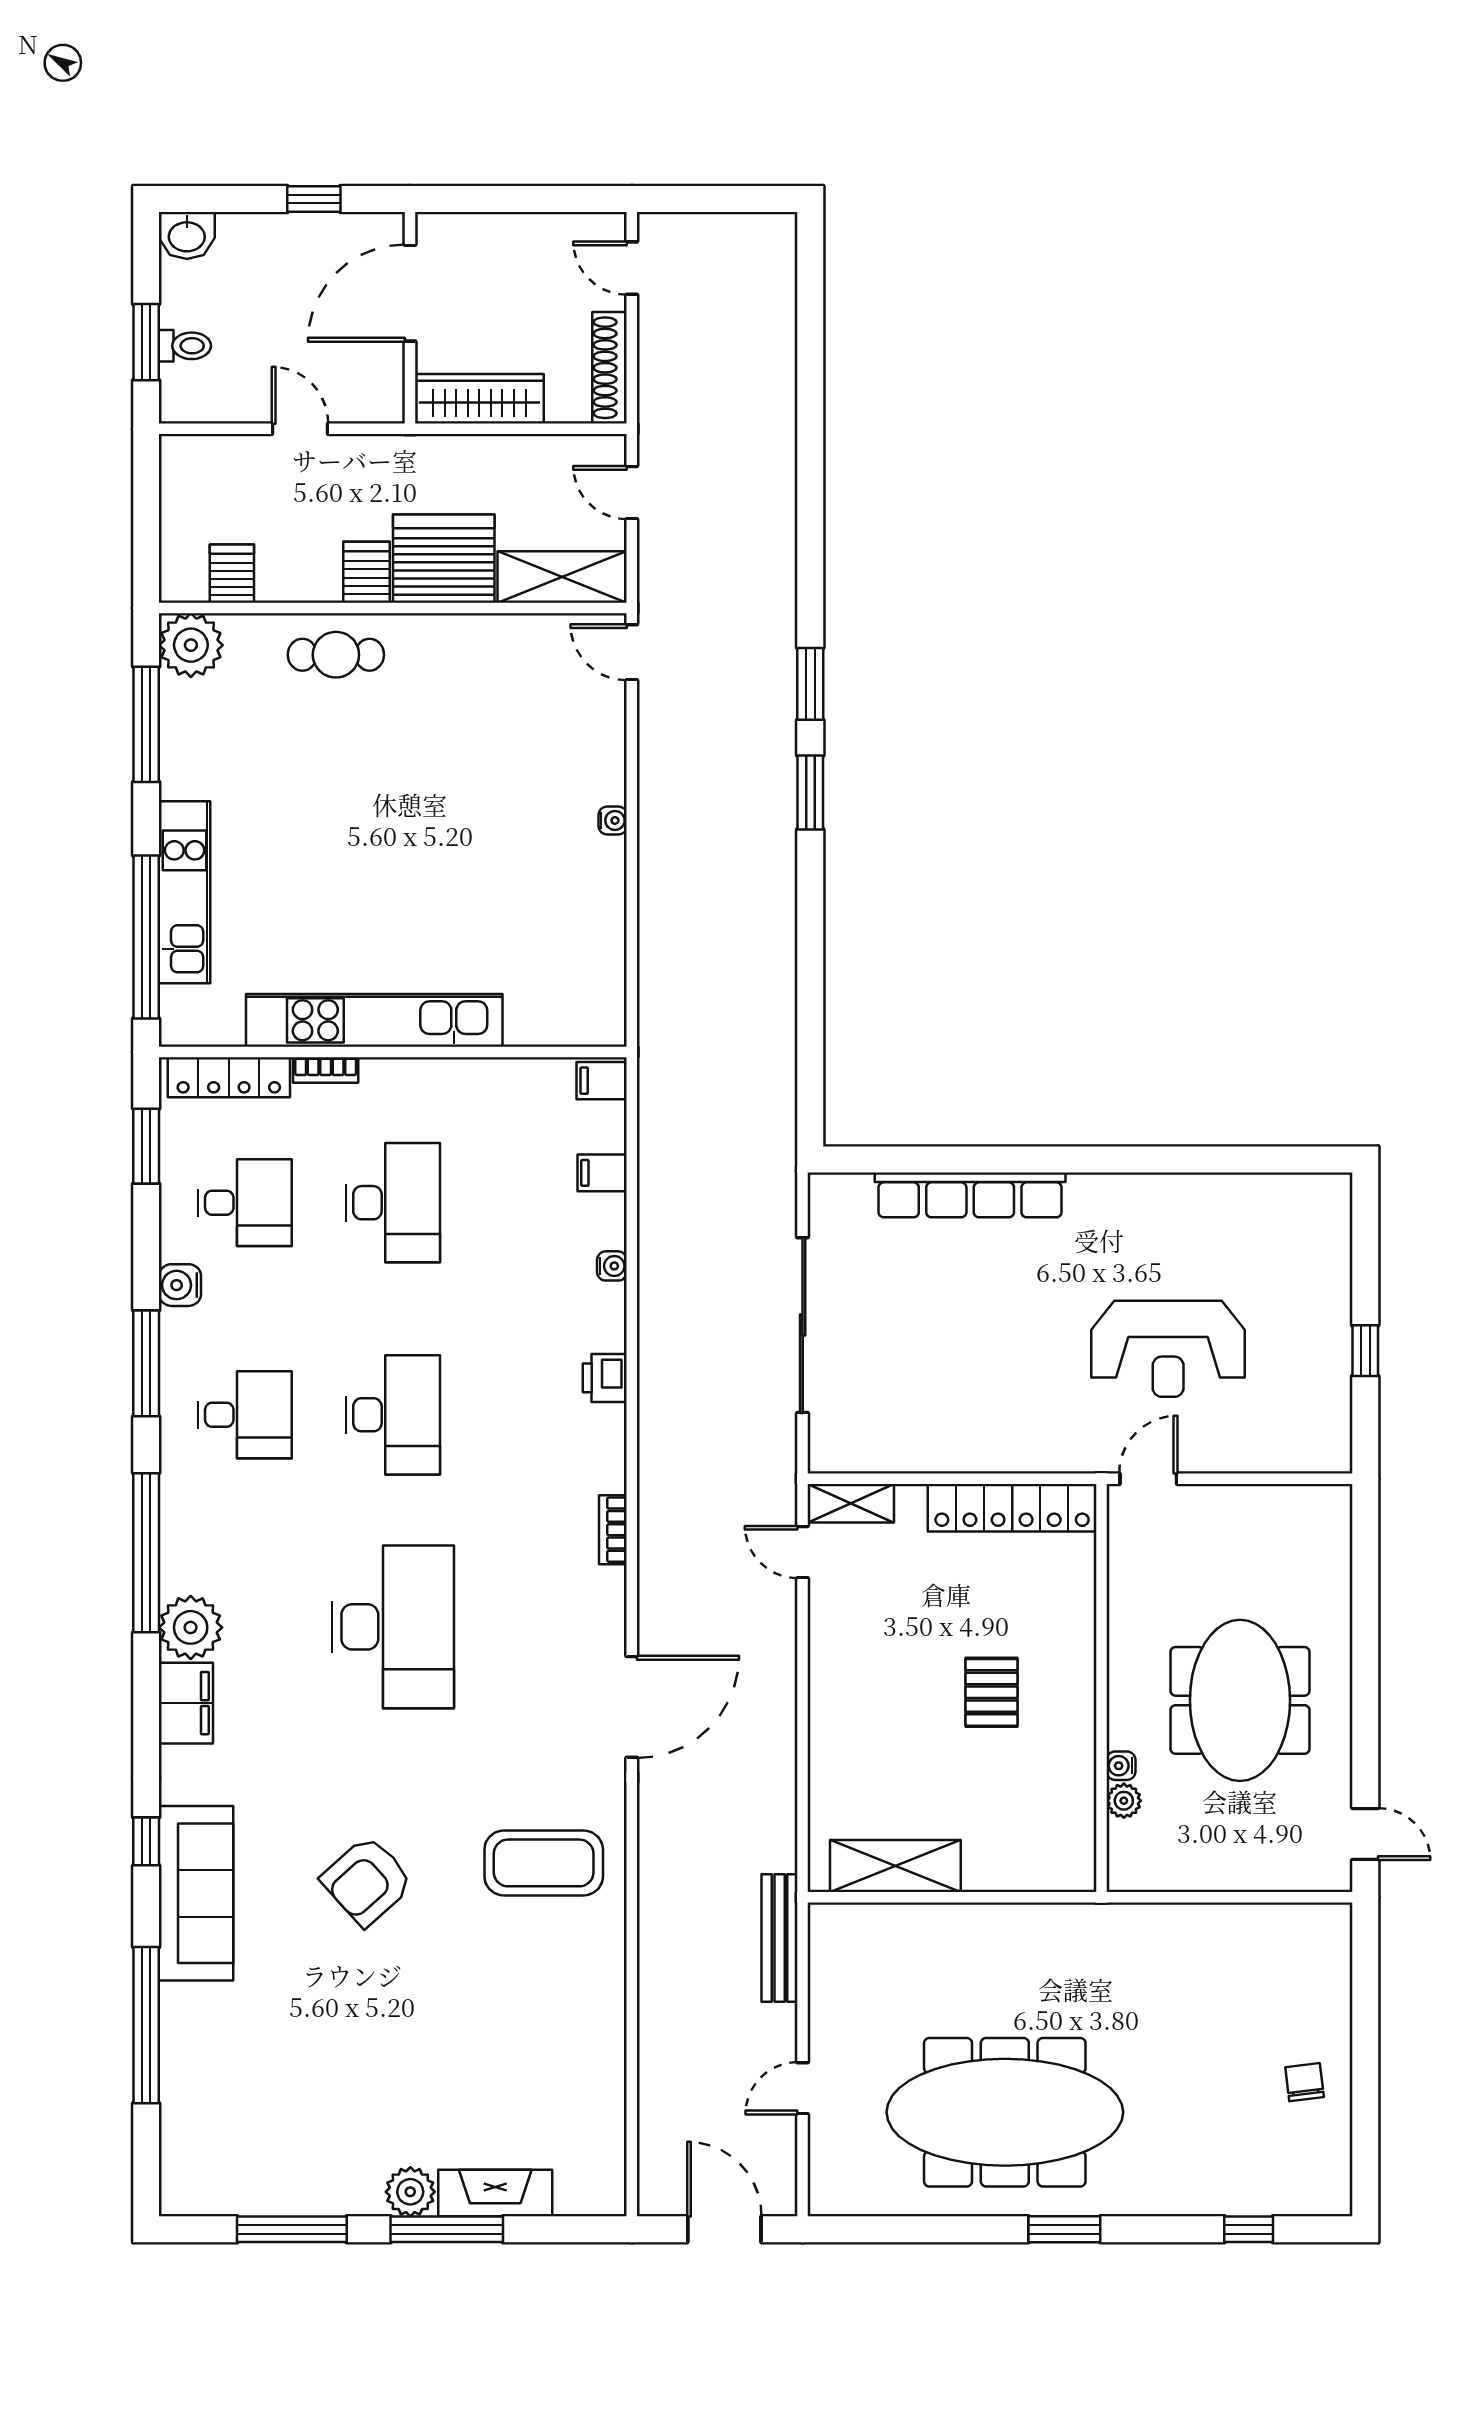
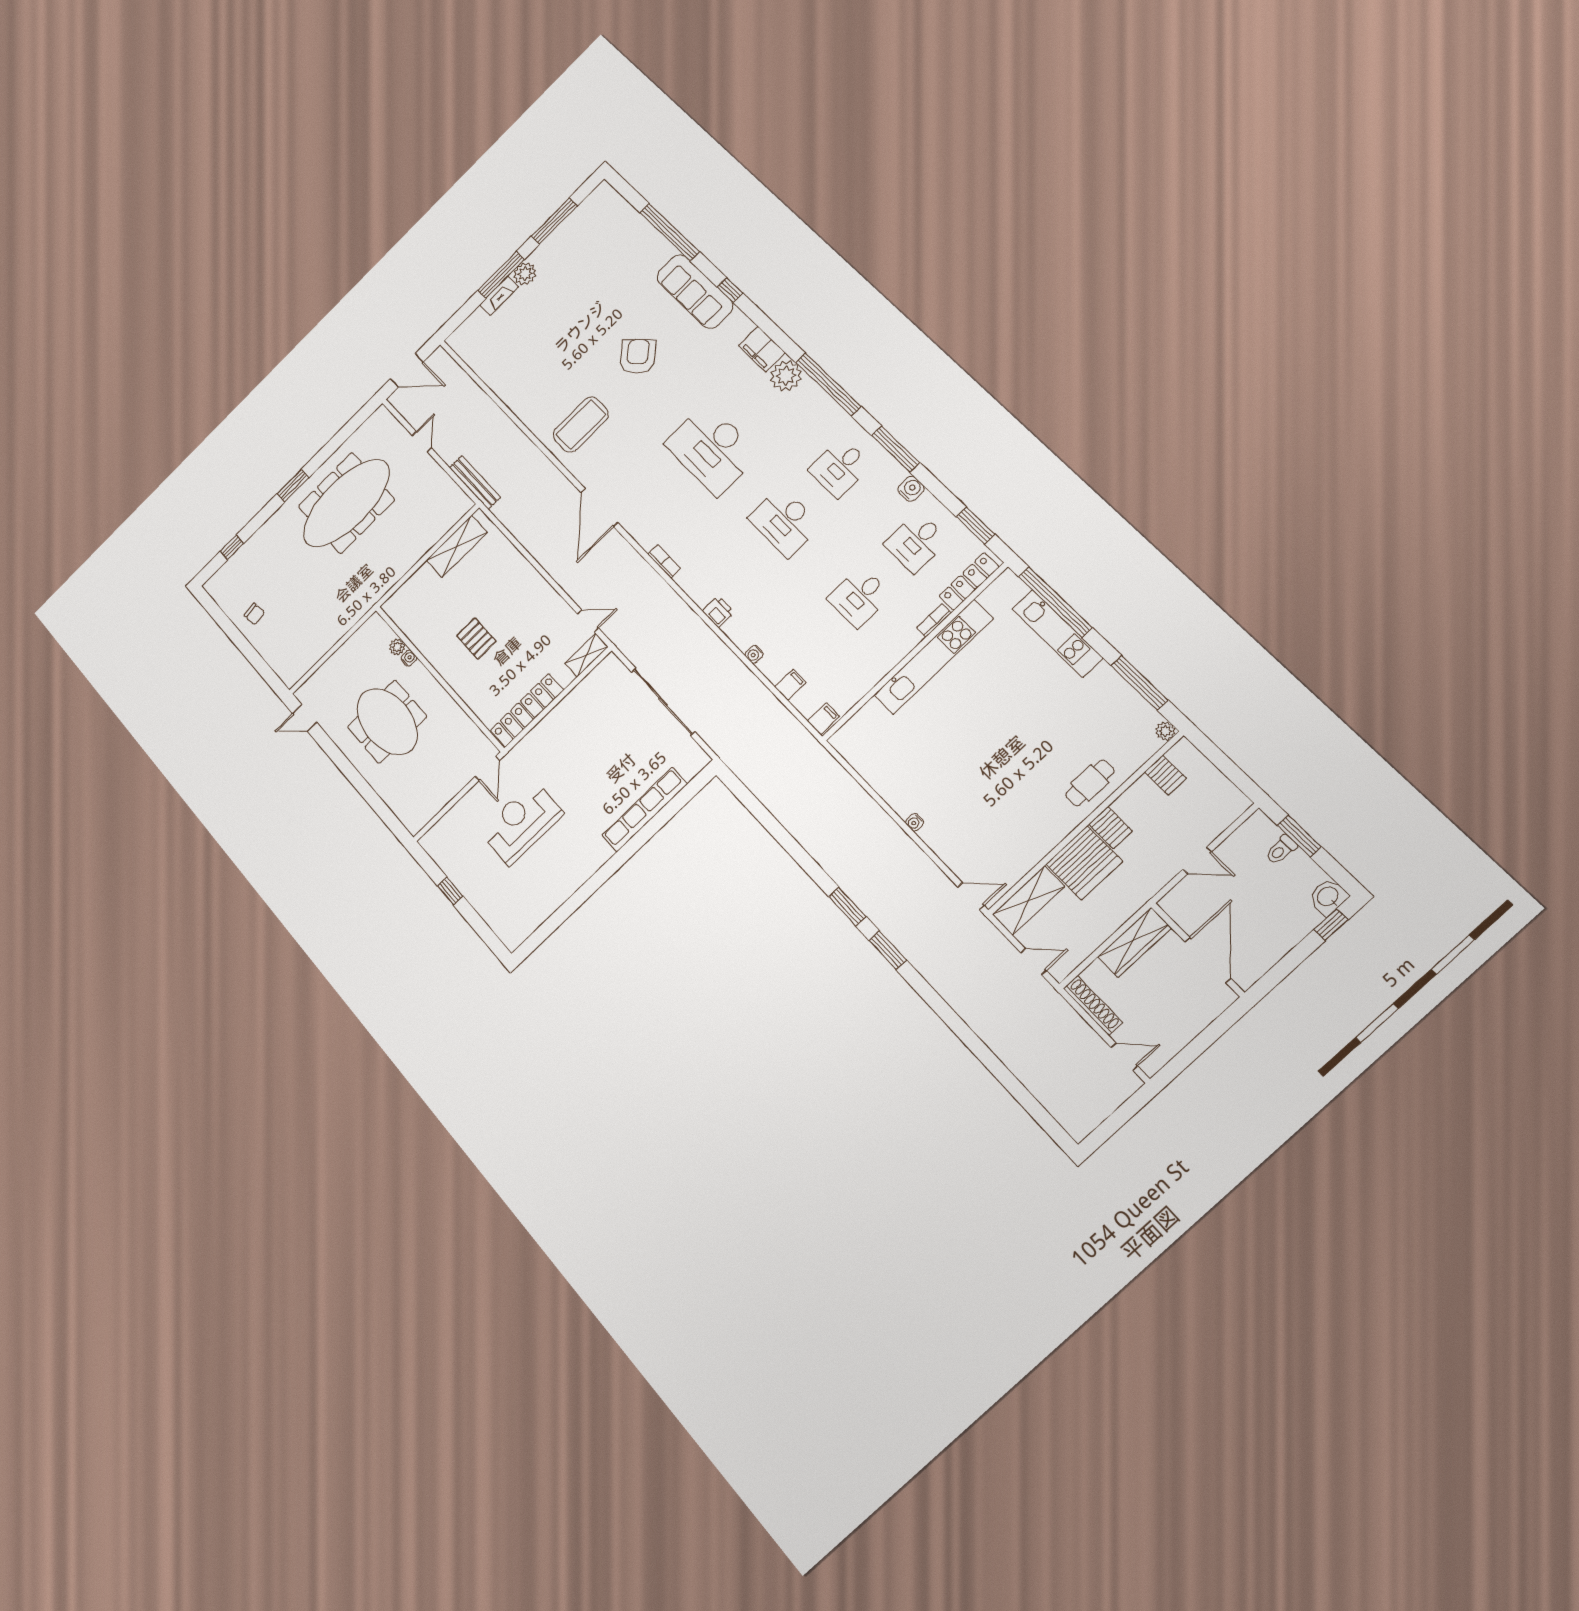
window: (314, 199) -> (1331, 925), moved
plant: (191, 645) -> (1165, 731), width x0.53, depth x0.53
desk: (393, 1203) -> (859, 597), width x0.73
fireplace: (495, 2193) -> (499, 296), width x0.73, depth x0.76

